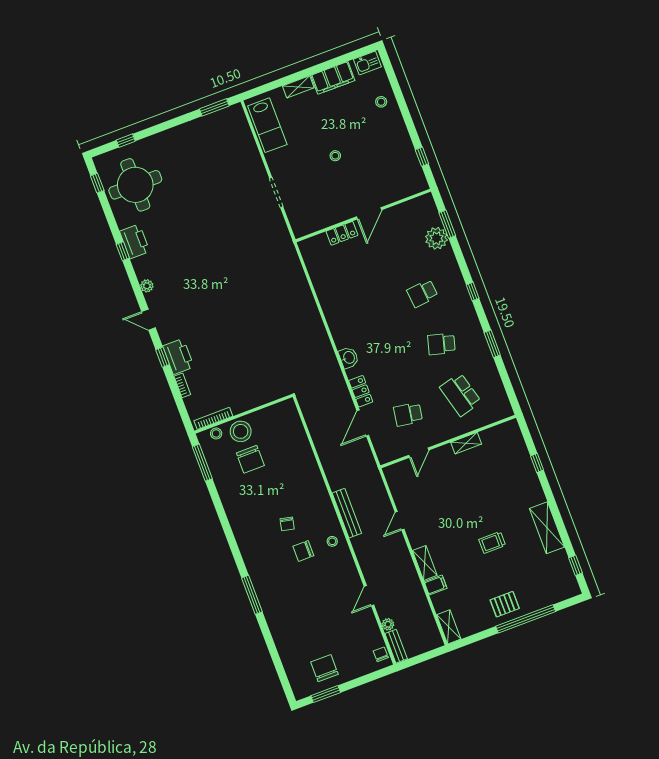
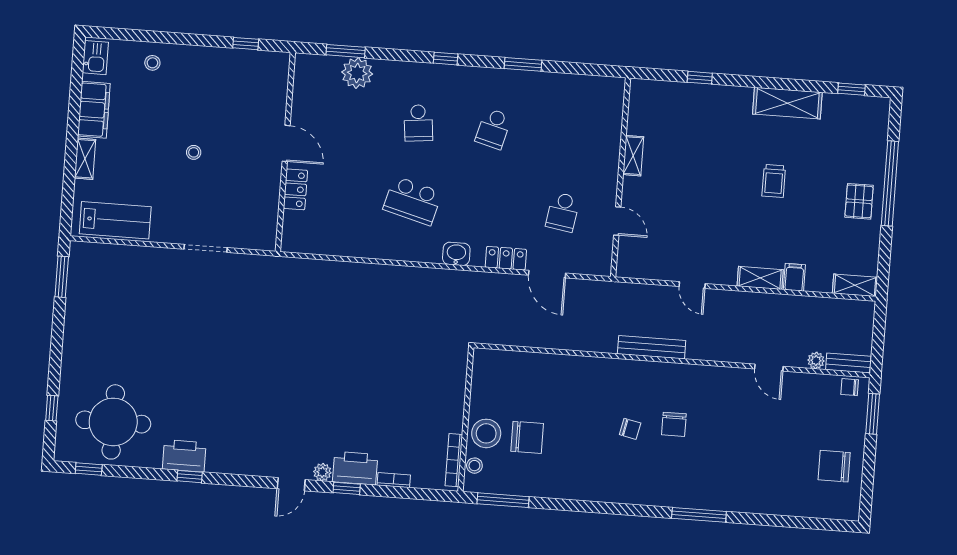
plant: (147, 286) -> (322, 472), moved
school desk: (460, 395) -> (413, 201), moved, turned 30
stool: (332, 541) -> (679, 382), removed
window: (326, 694) -> (873, 414), moved

